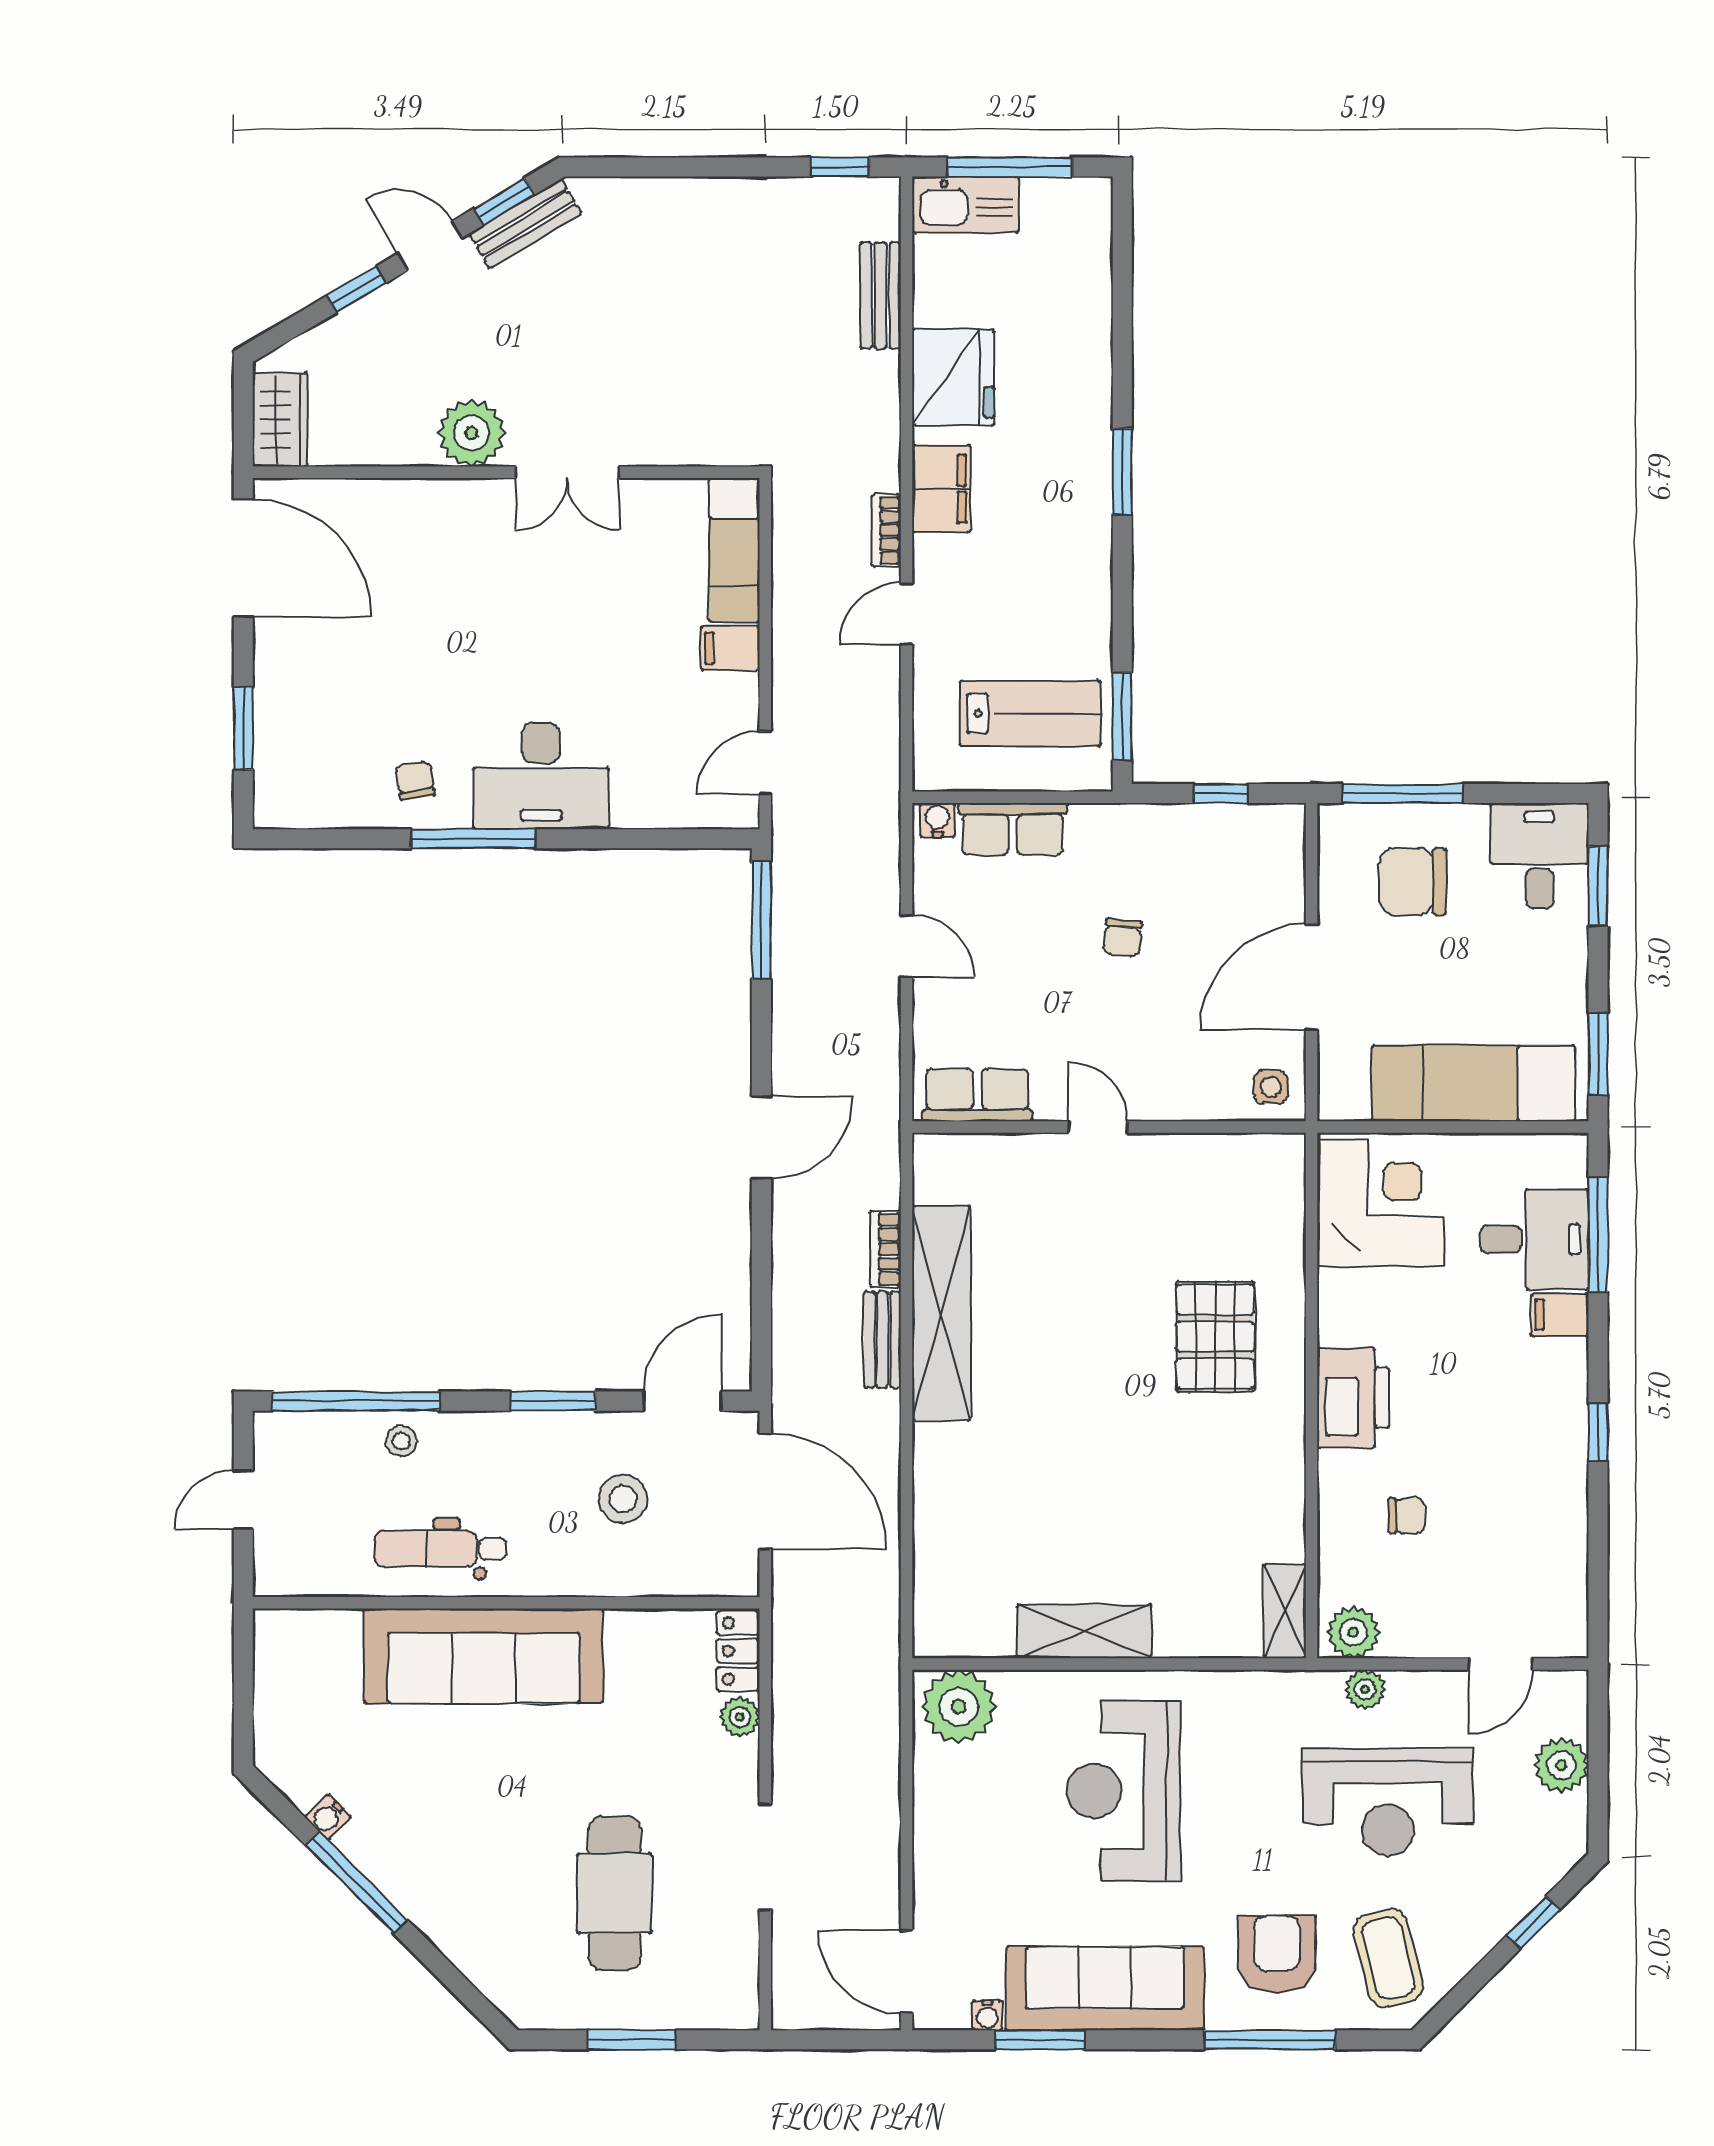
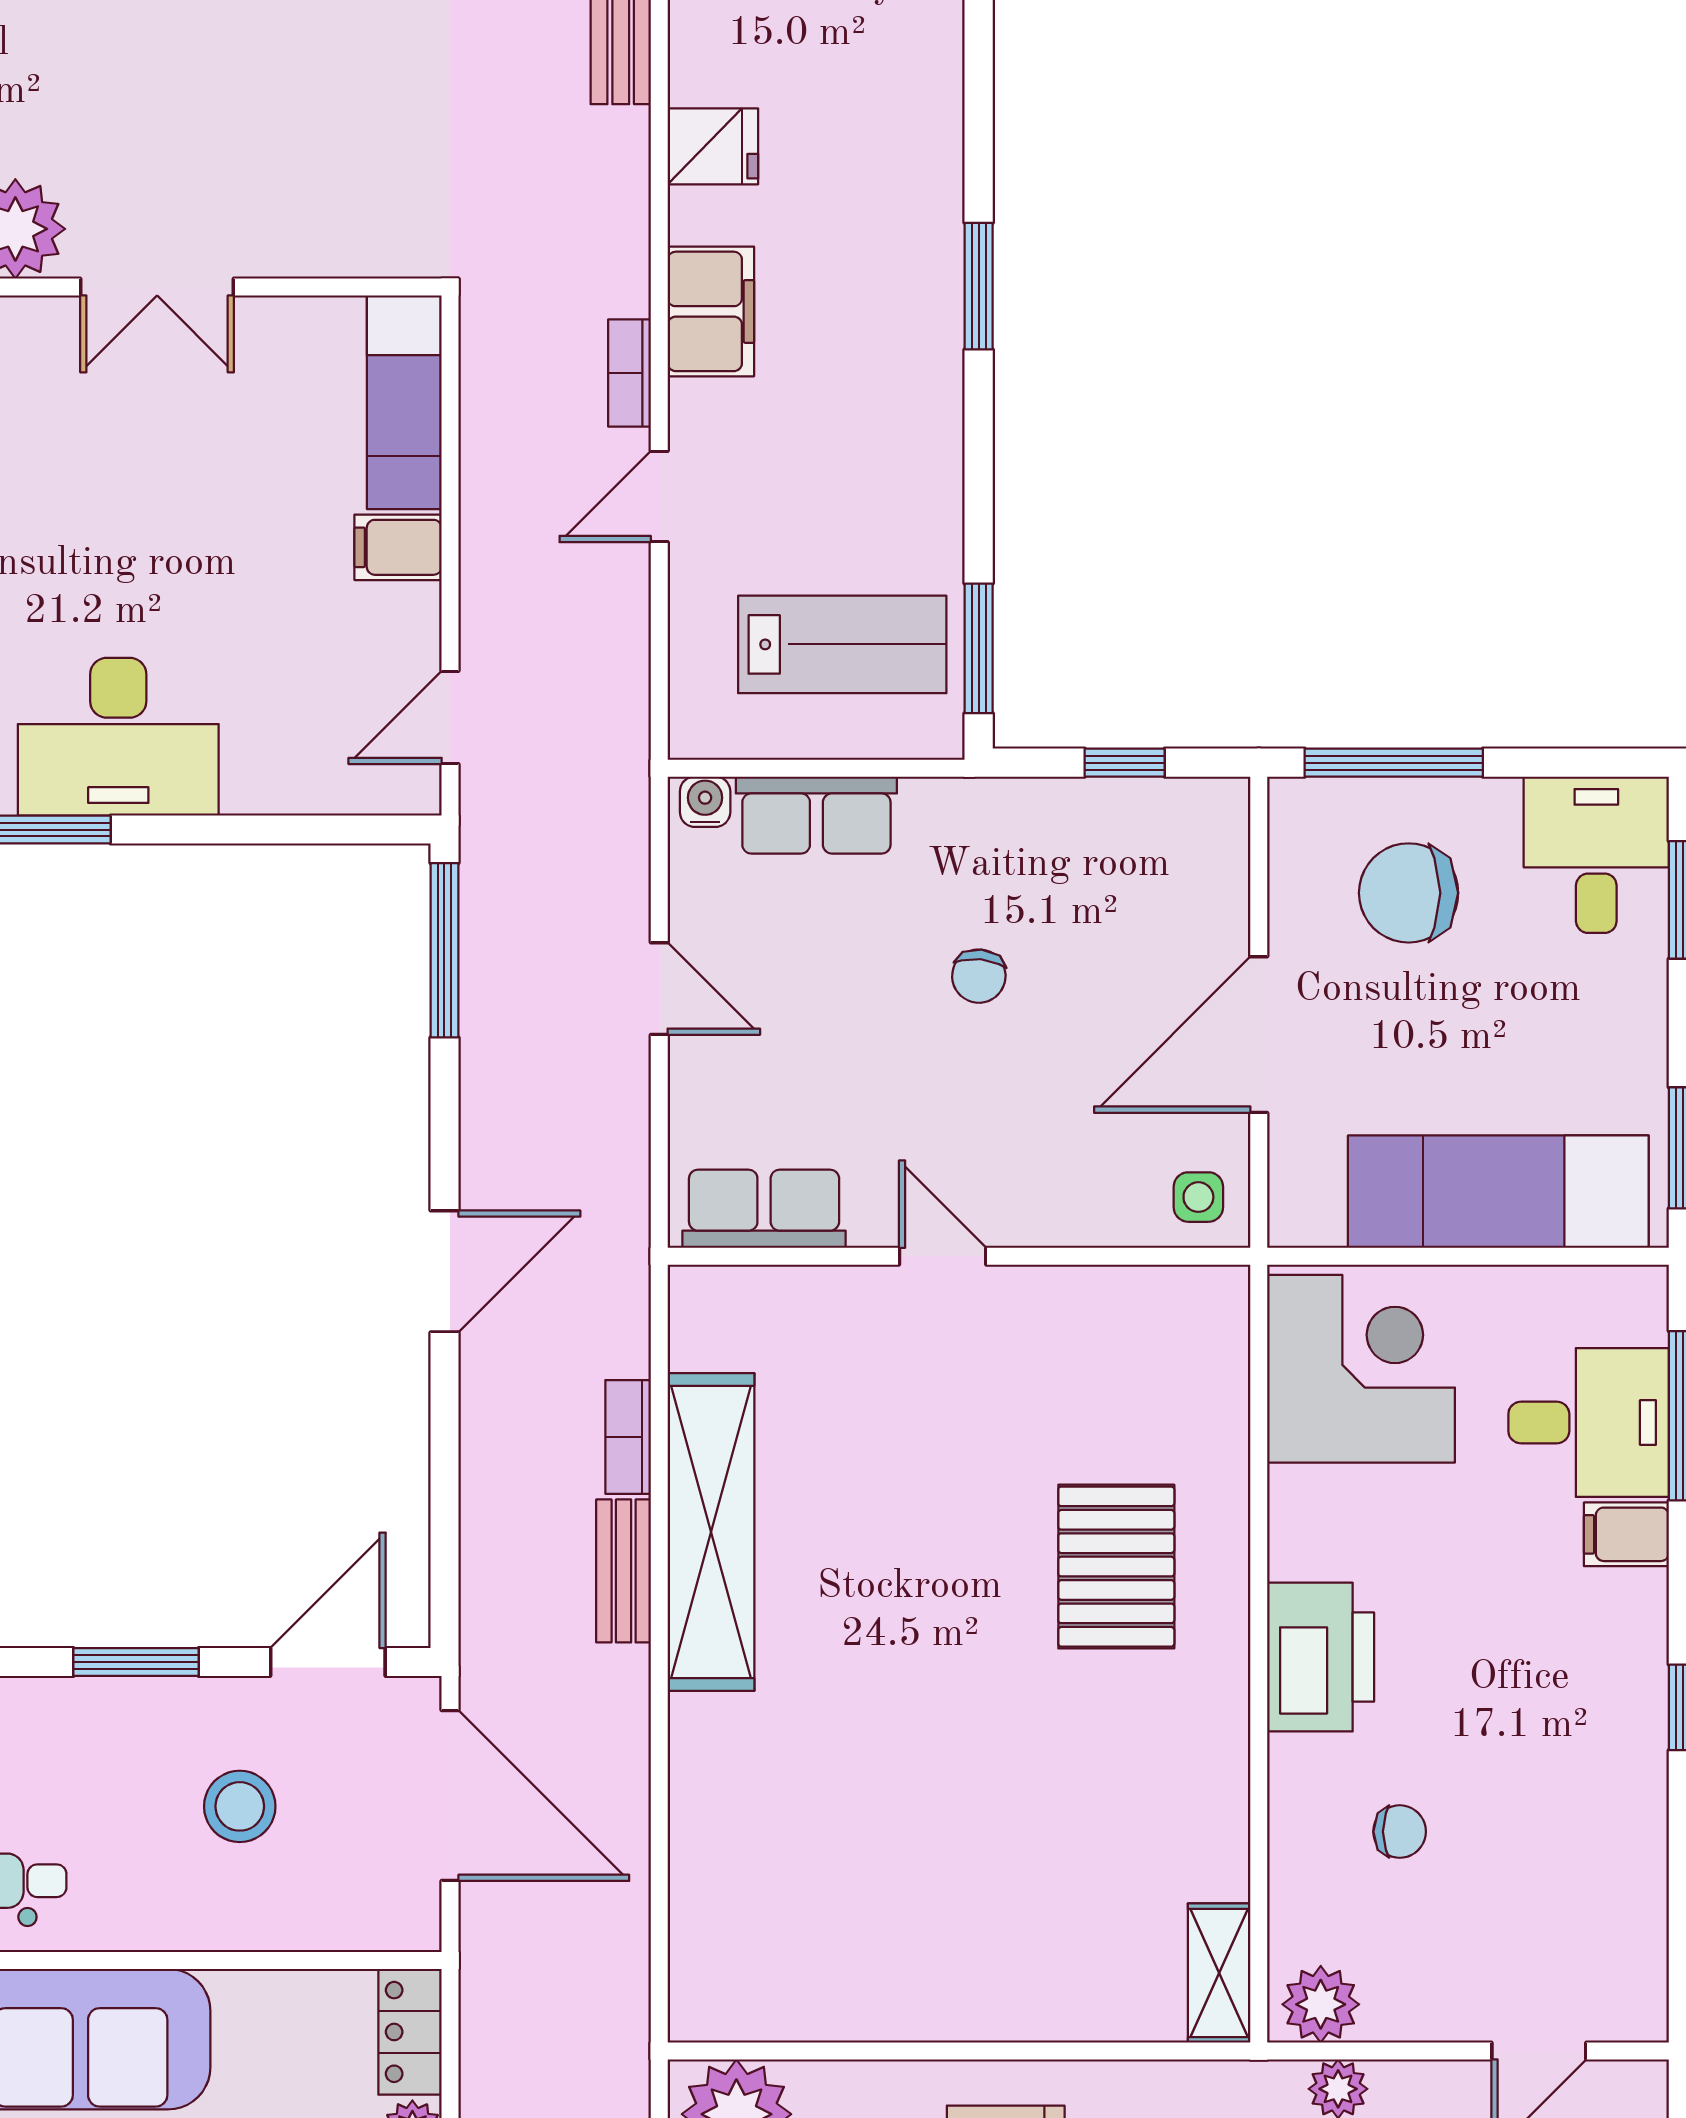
fridge: (953, 377) -> (713, 146), width x0.53, depth x0.75
shelving: (1084, 1631) -> (922, 2003), removed

